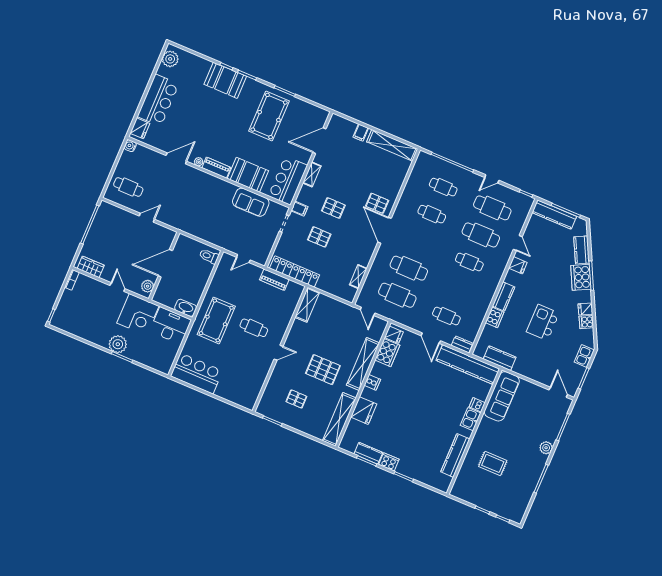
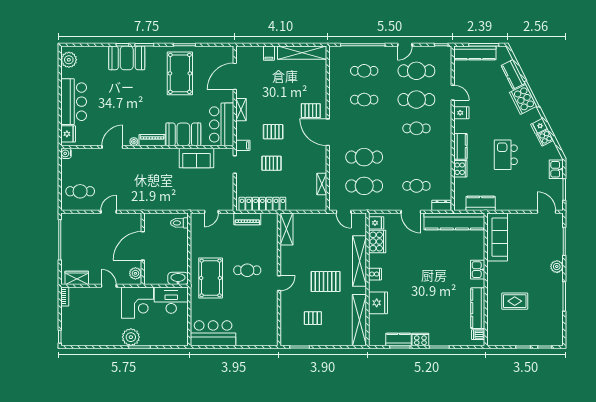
dishwasher: (477, 405) -> (478, 335), moved

